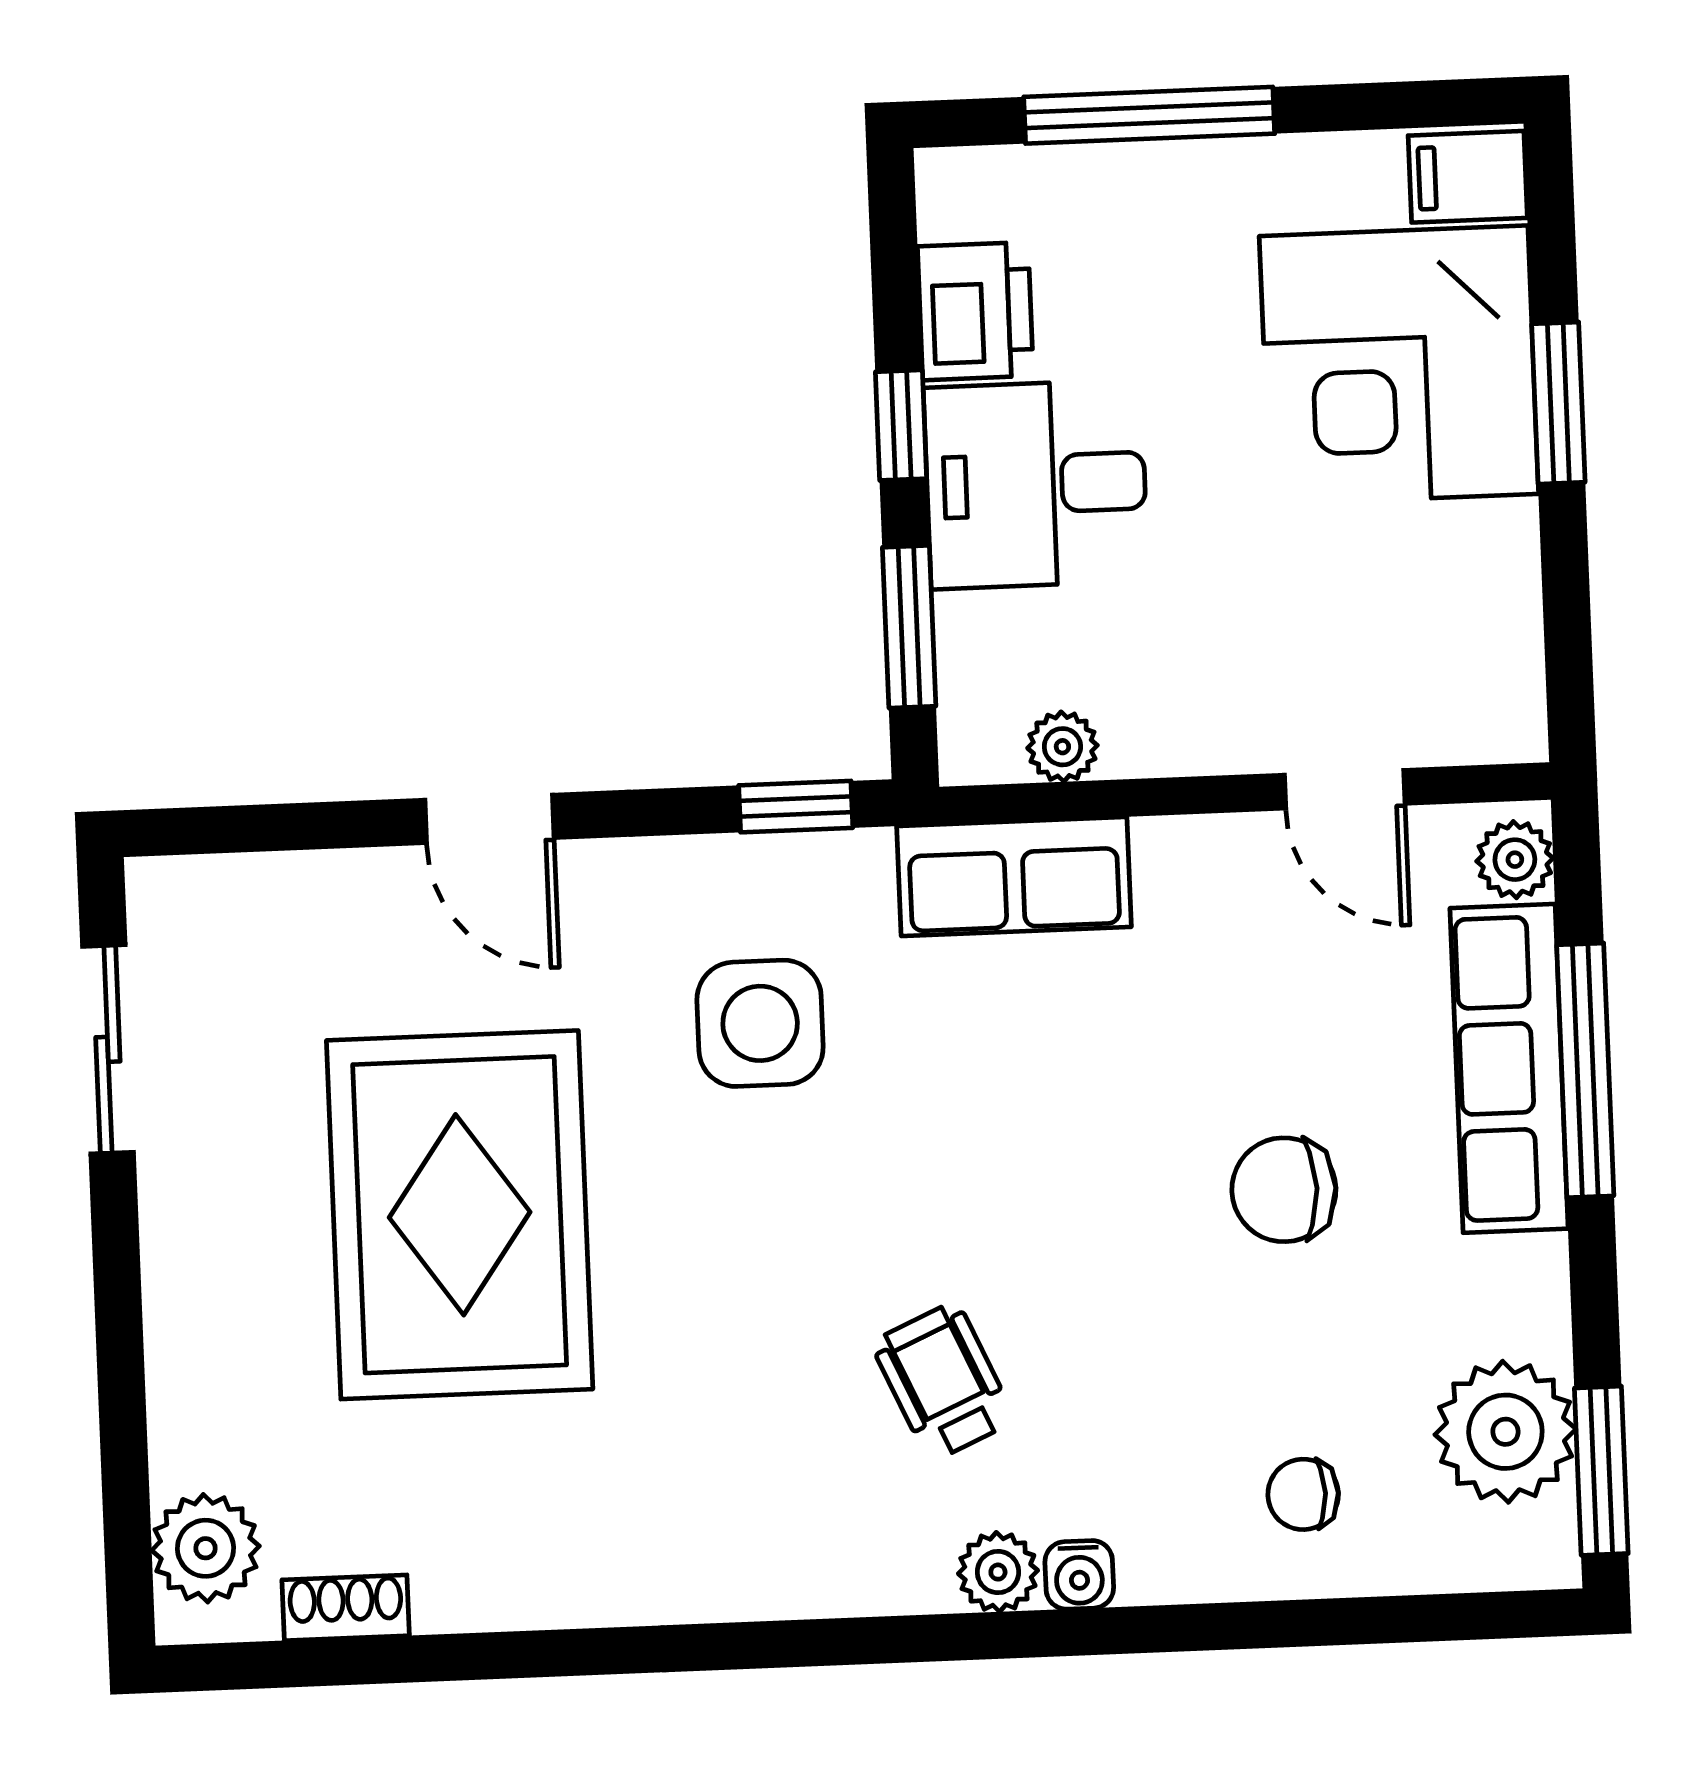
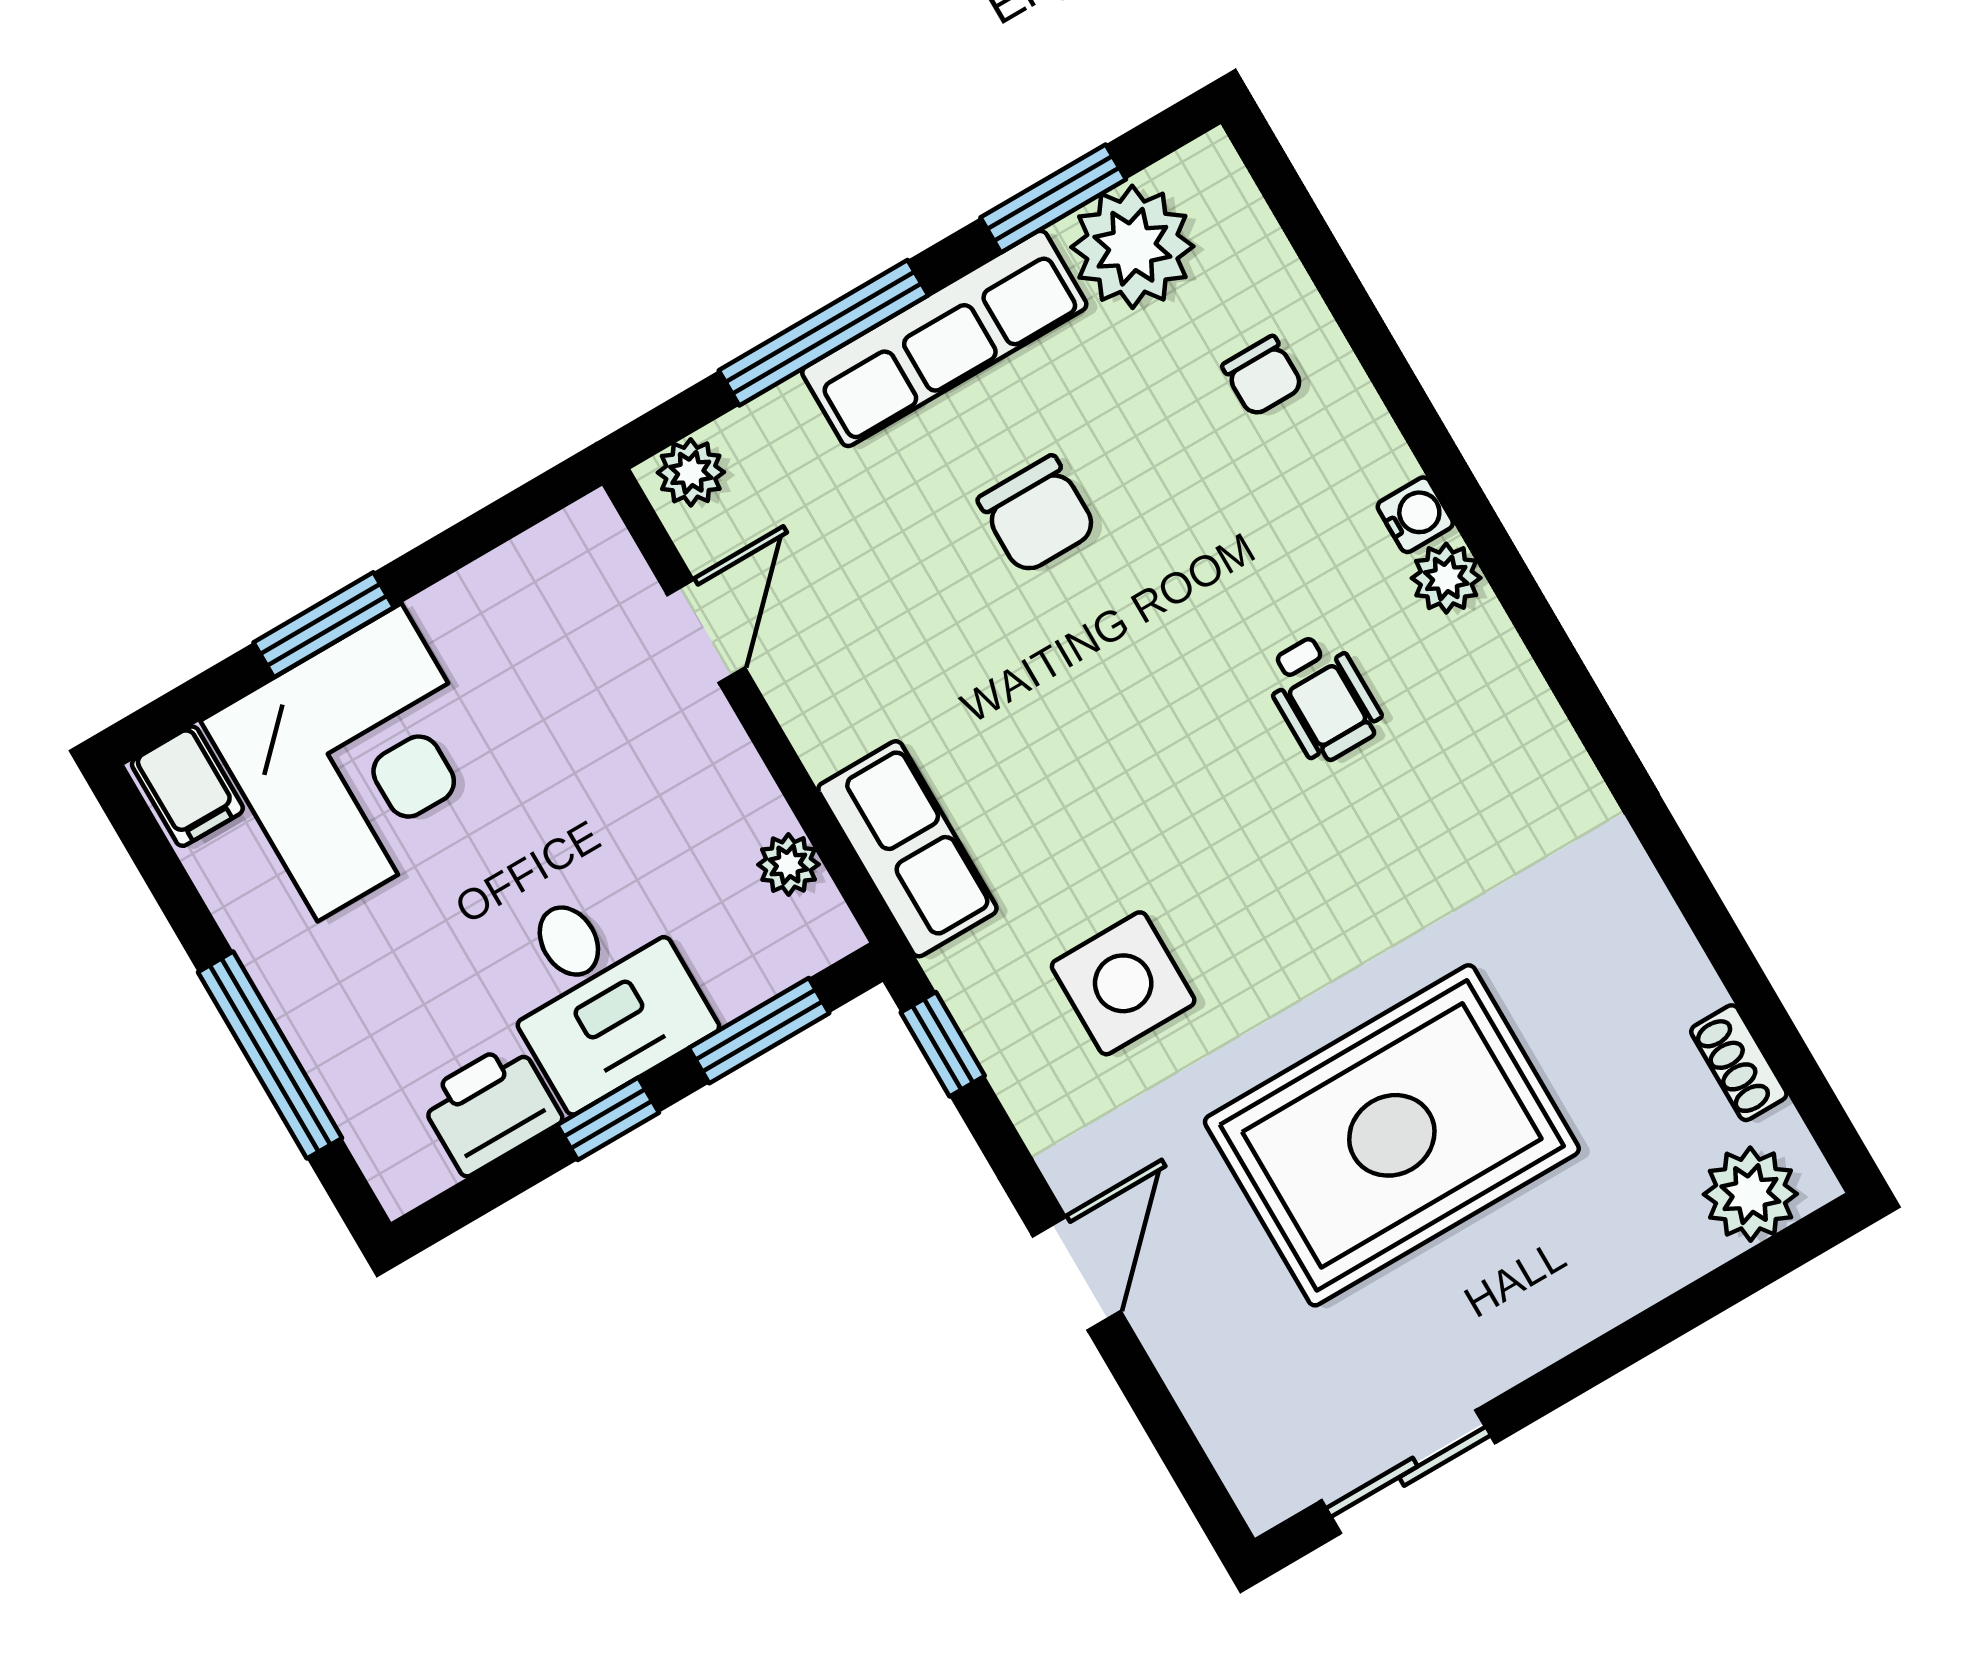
row of seats: (1509, 1068) -> (944, 338), moved
wheelchair: (943, 1382) -> (1323, 697), turned -66
window: (1601, 1471) -> (1053, 198), moved

